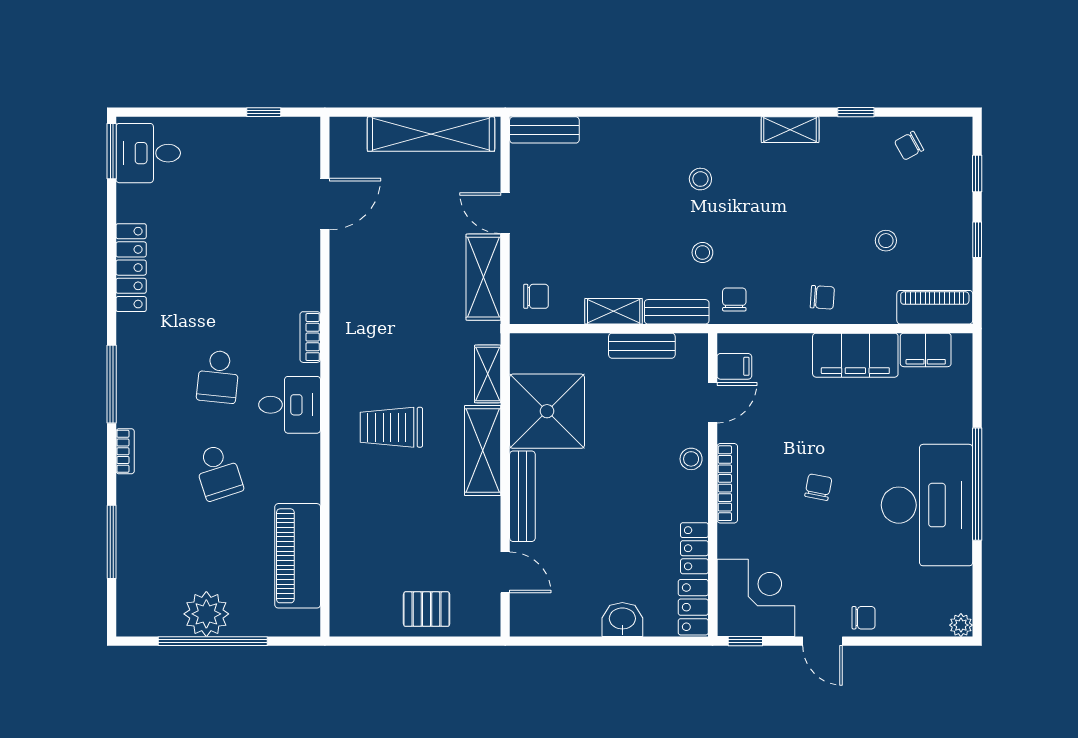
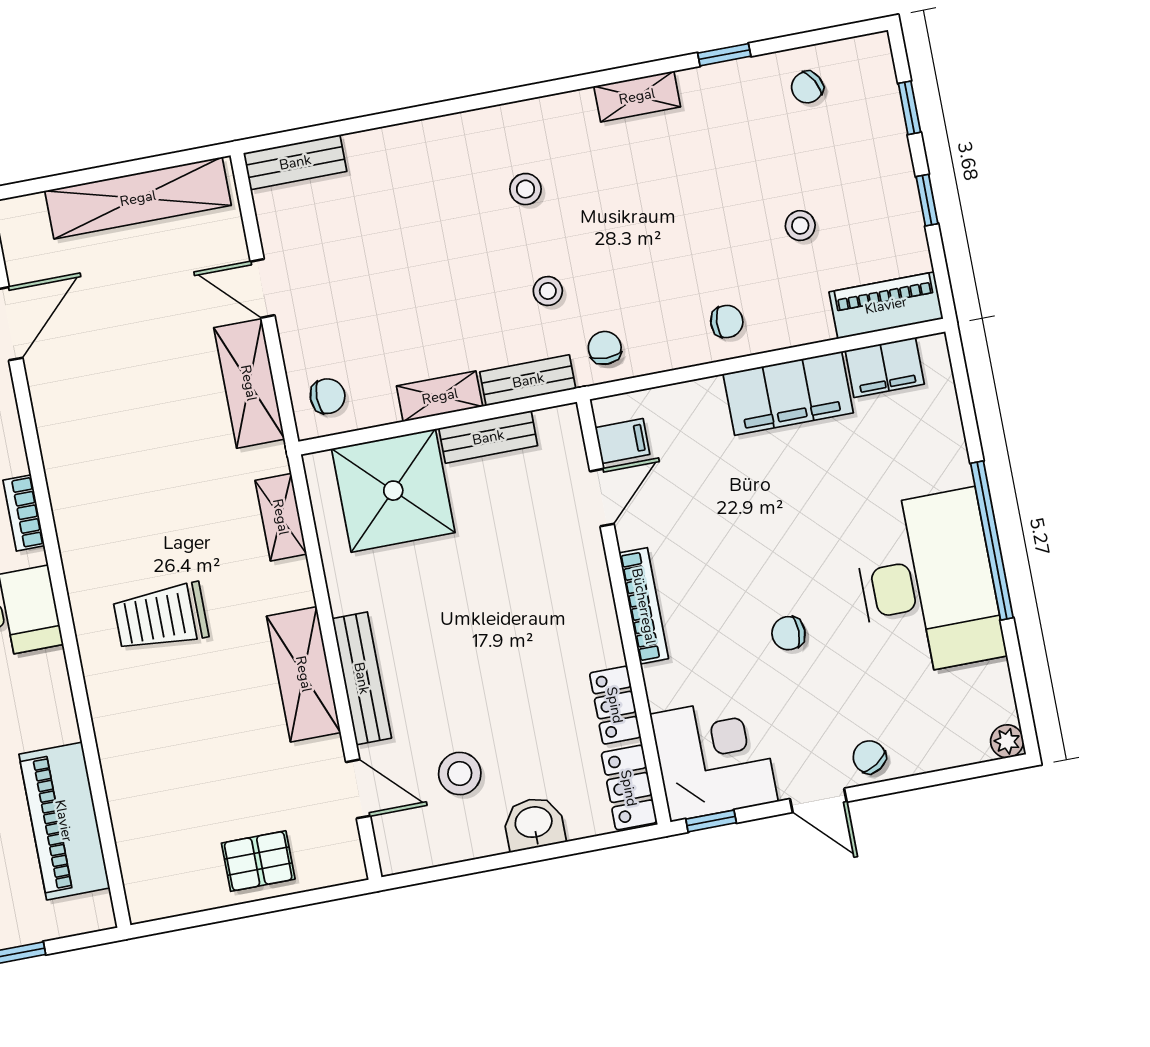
shower: (547, 411) -> (393, 491), moved
shelving: (483, 451) -> (304, 674), moved
stool: (691, 459) -> (460, 773), moved, width x1.37, depth x1.37
chair: (818, 487) -> (788, 633), moved, turned -101
chair: (864, 618) -> (869, 757), turned -123

